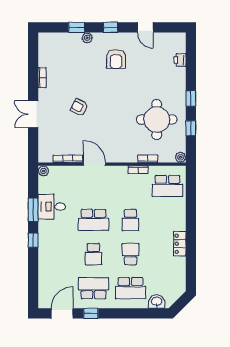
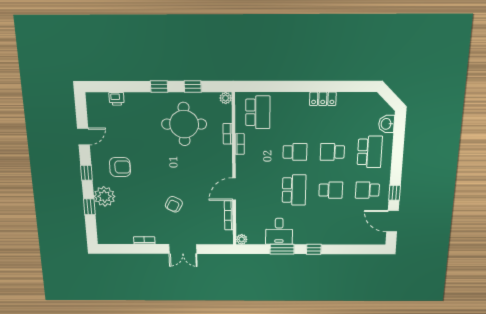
plant: (87, 38) -> (104, 196), width x1.88, depth x1.88
school desk: (93, 288) -> (367, 190), width x0.54

